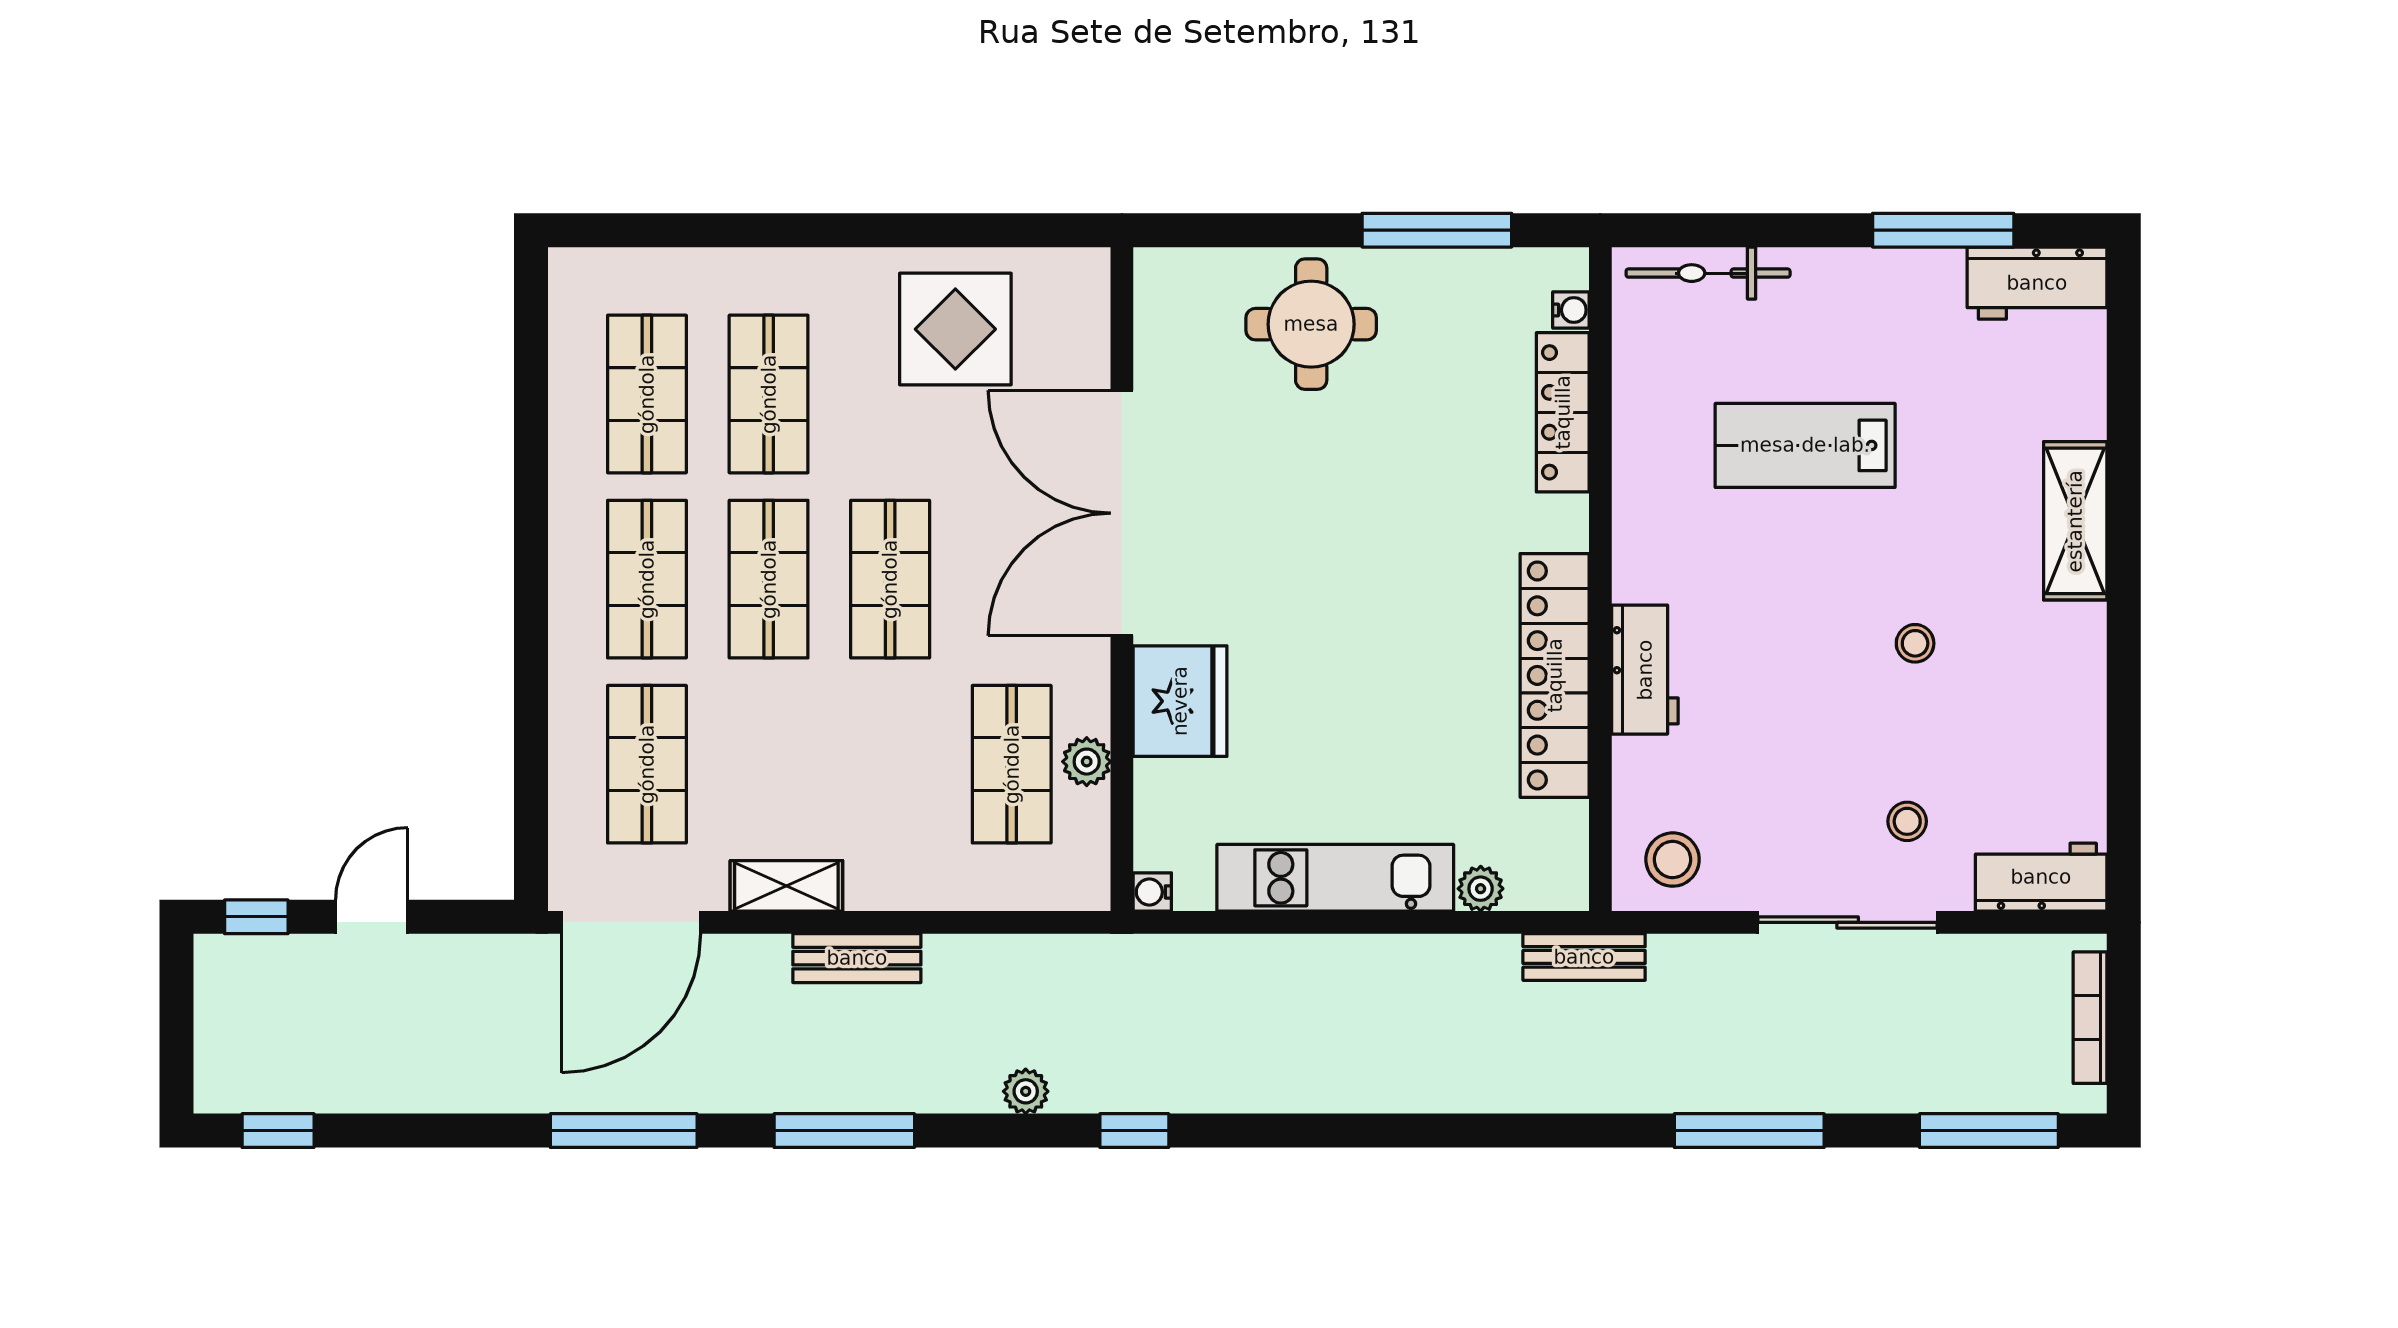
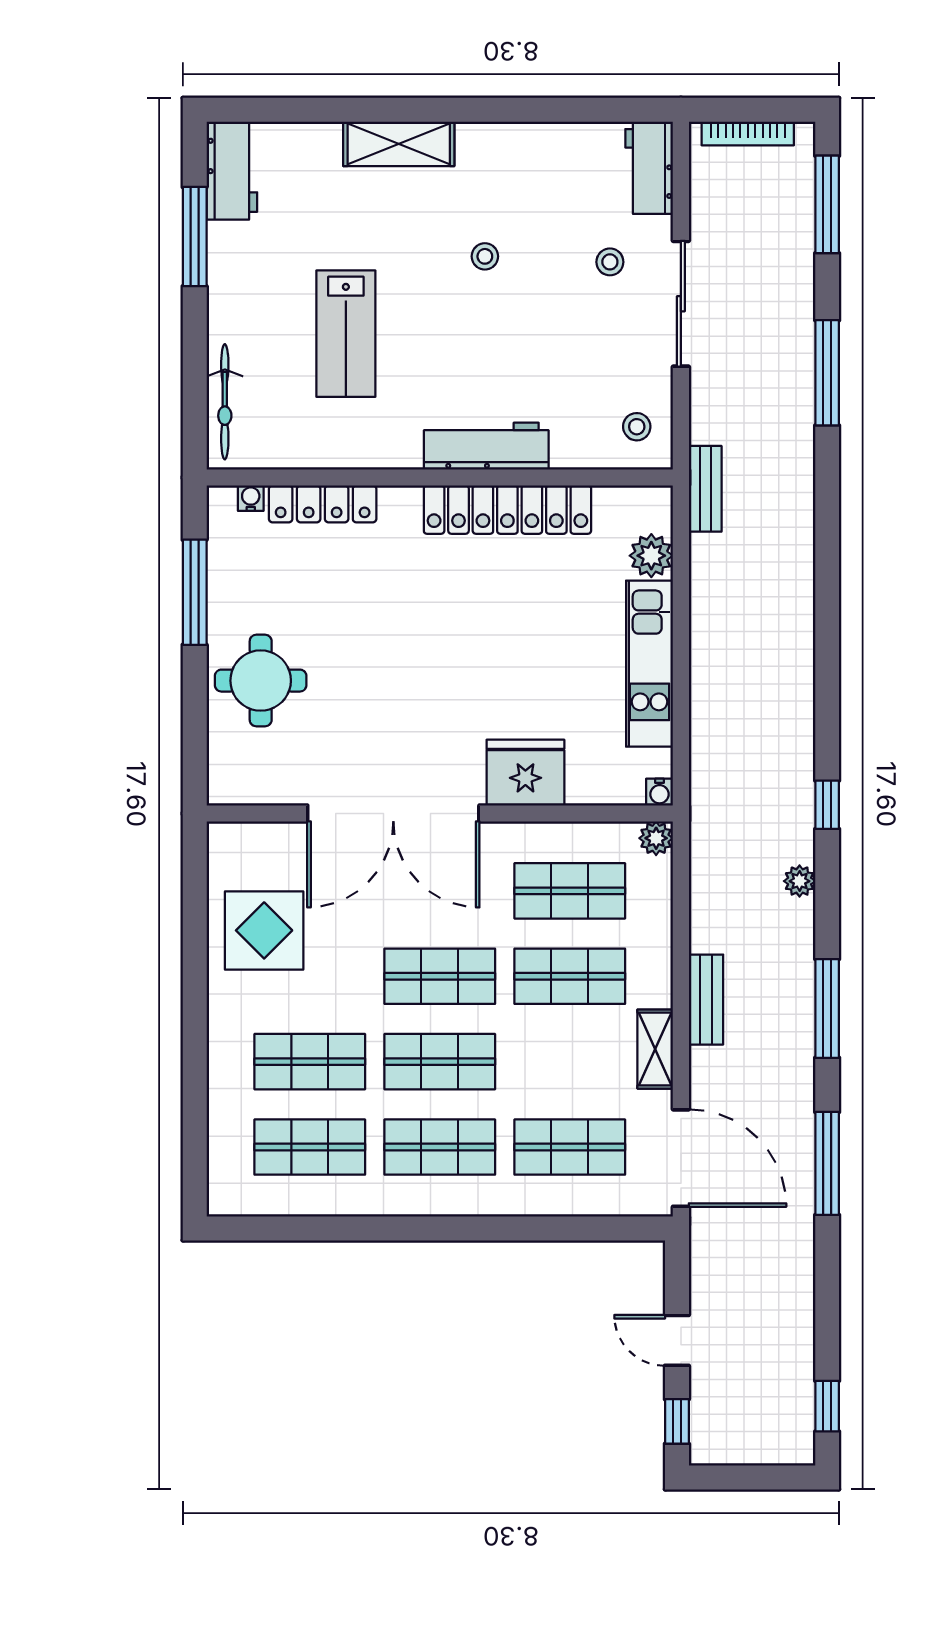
workbench: (1645, 670) -> (486, 446), width x1.38
plant: (1087, 762) -> (656, 838), moved
shop shelf: (890, 764) -> (570, 976), added
stool: (1673, 860) -> (637, 427), width x0.73, depth x0.73
plant: (1481, 889) -> (651, 556), width x1.38, depth x1.38

